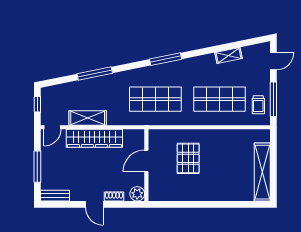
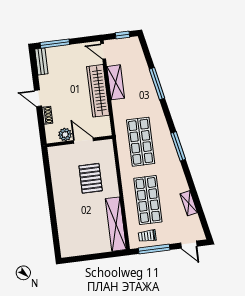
pallet: (188, 158) -> (91, 178), turned 90
window: (37, 167) -> (55, 44), moved
shelving: (262, 172) -> (116, 224), moved, turned 90
plant: (137, 194) -> (65, 134), moved
door: (94, 204) -> (38, 98), hinge flipped

